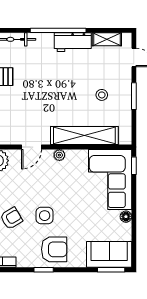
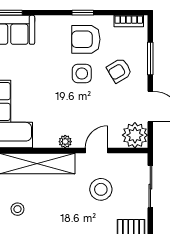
stool: (28, 112) -> (101, 189), added
armchair: (54, 249) -> (86, 39), moved

